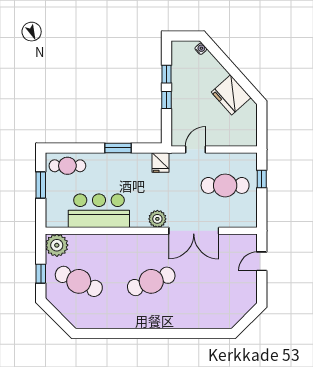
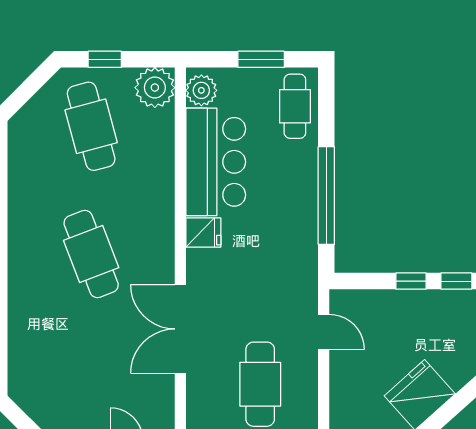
window: (118, 148) -> (326, 196), width x2.11
fridge: (160, 162) -> (203, 233), moved, turned 180
plant: (157, 219) -> (201, 90), moved
cafe table: (79, 281) -> (91, 126), turned -39

